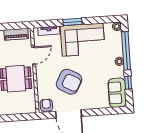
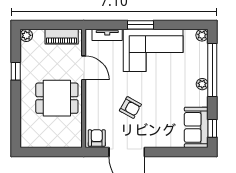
door: (34, 56) -> (84, 68), hinge flipped
armchair: (69, 82) -> (130, 108), width x0.53, depth x0.53
window: (128, 83) -> (212, 128), moved

